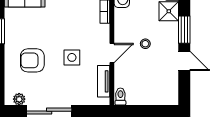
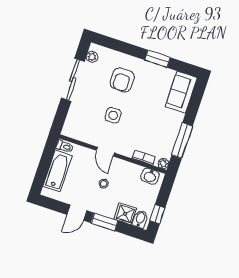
armchair: (32, 60) -> (122, 80), turned 180
tv unit: (104, 81) -> (83, 136), removed
bathtub: (148, 95) -> (58, 171), added

